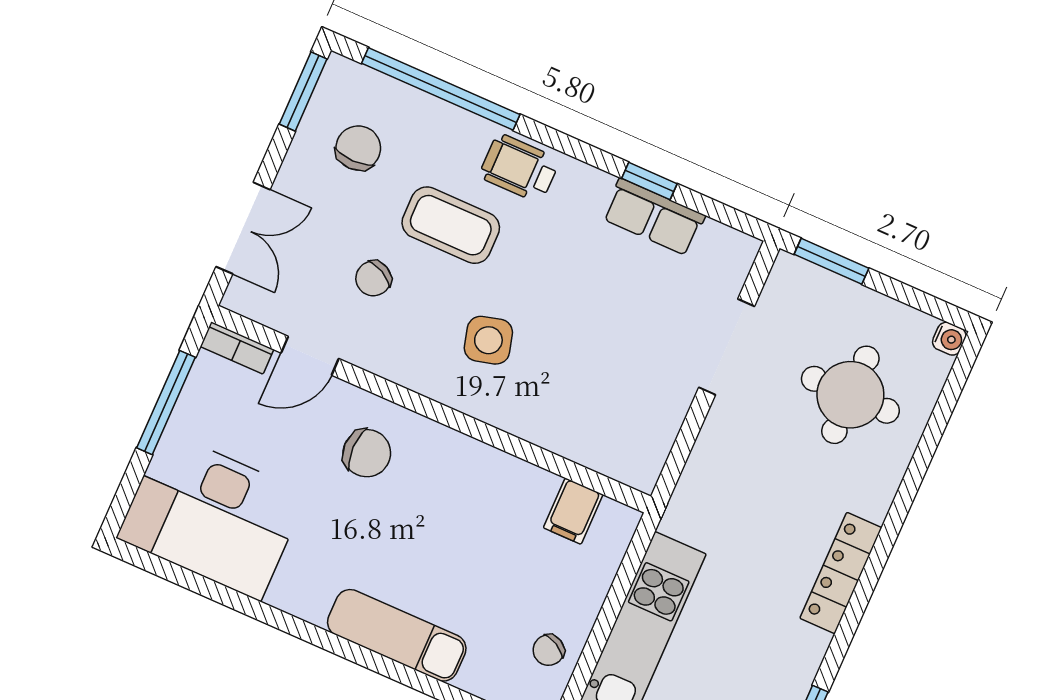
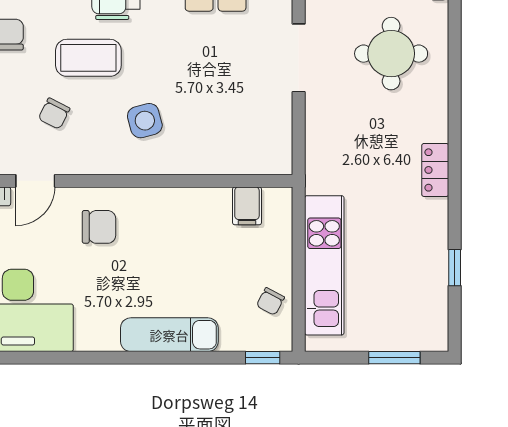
locker: (841, 573) -> (435, 170), width x0.66

